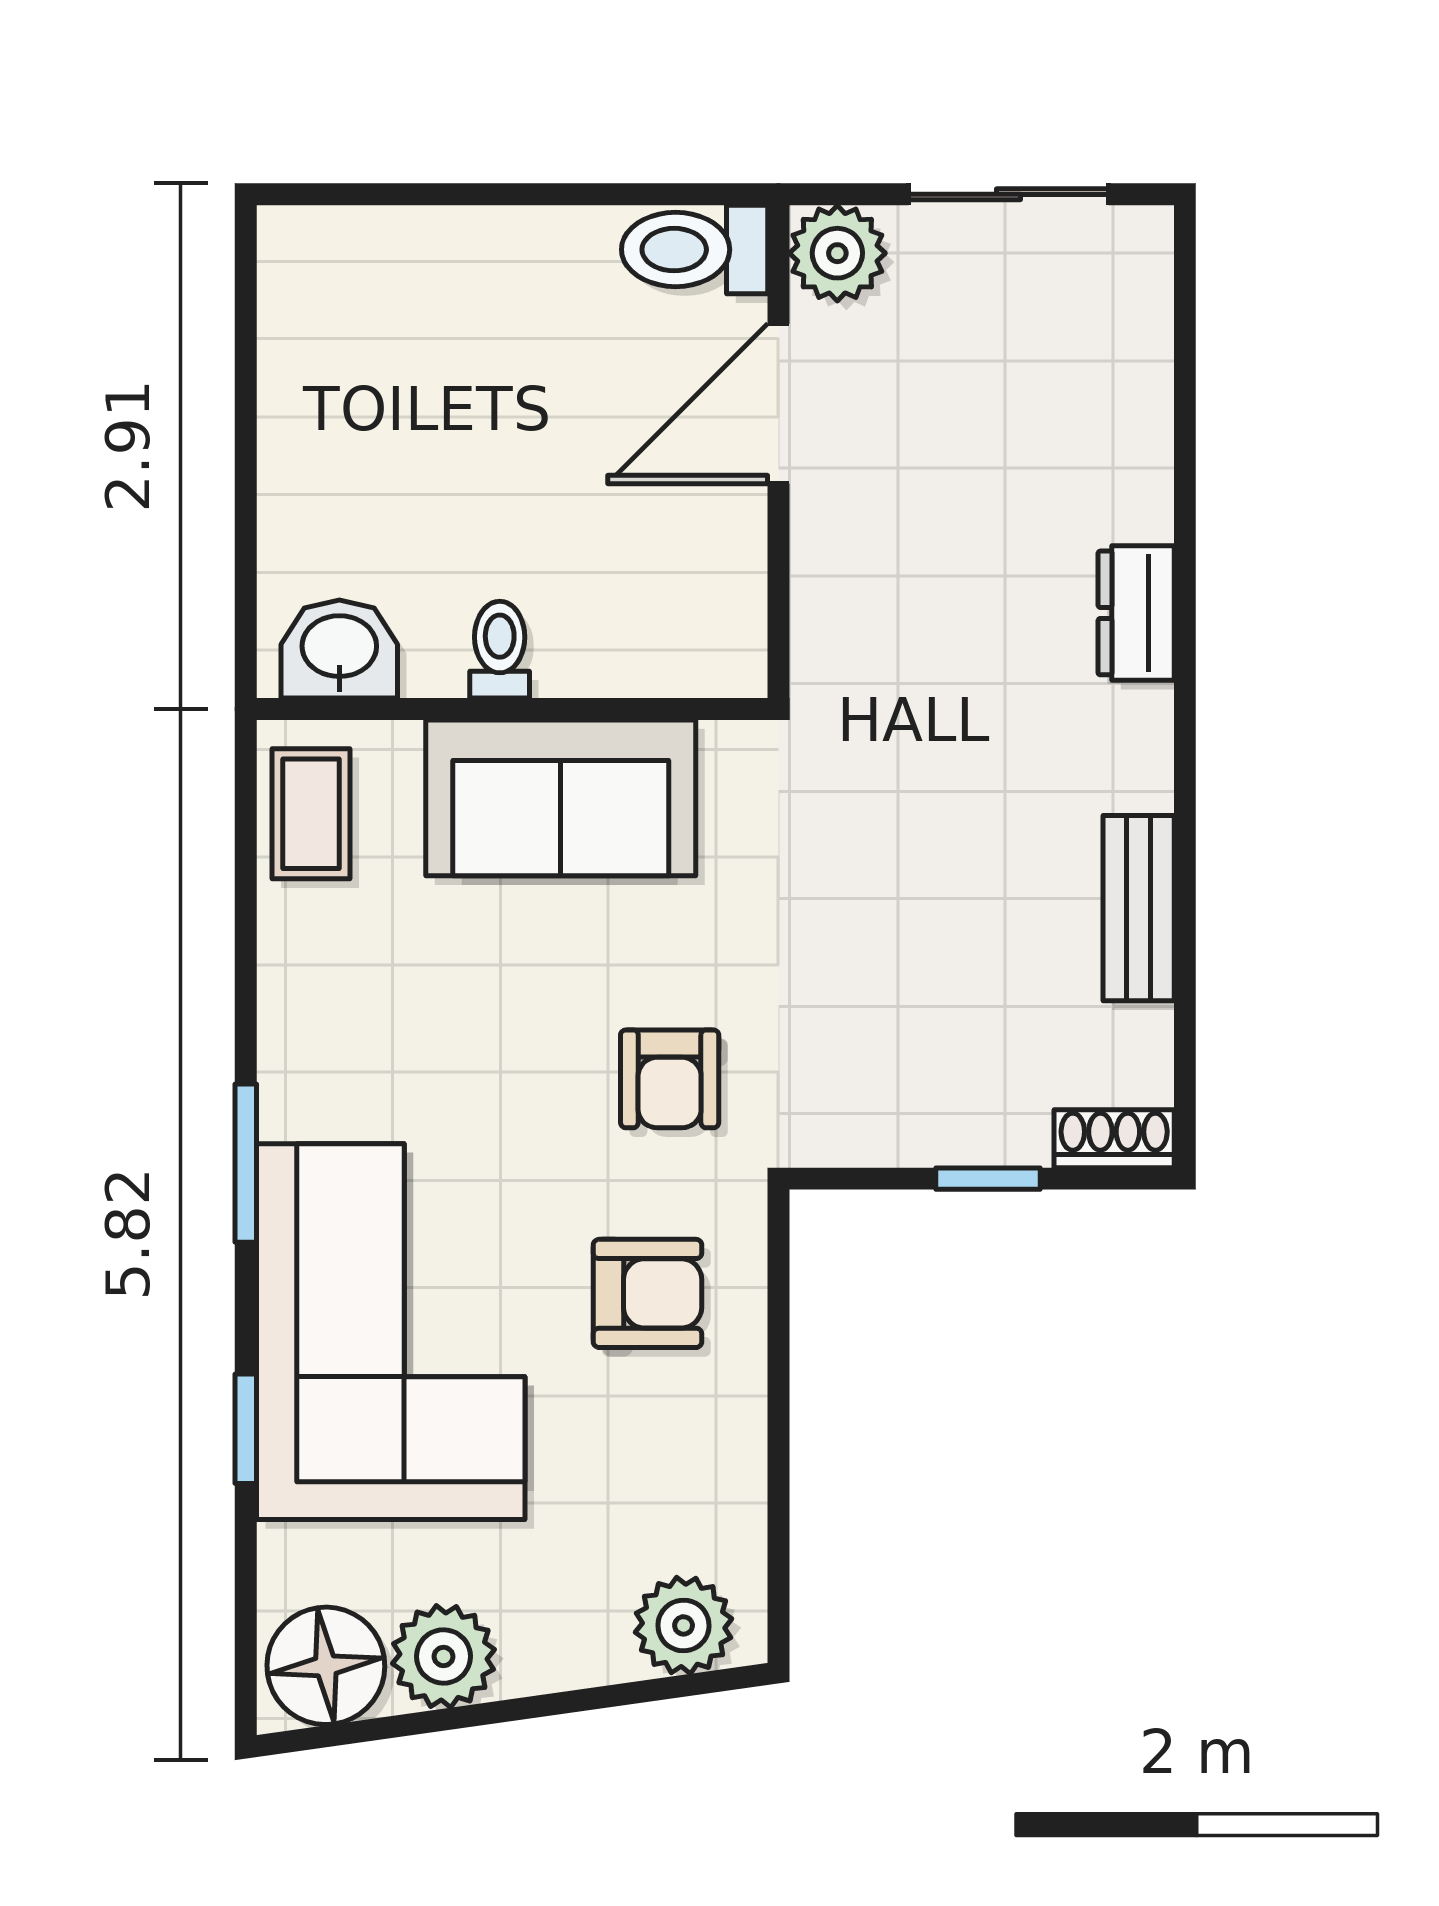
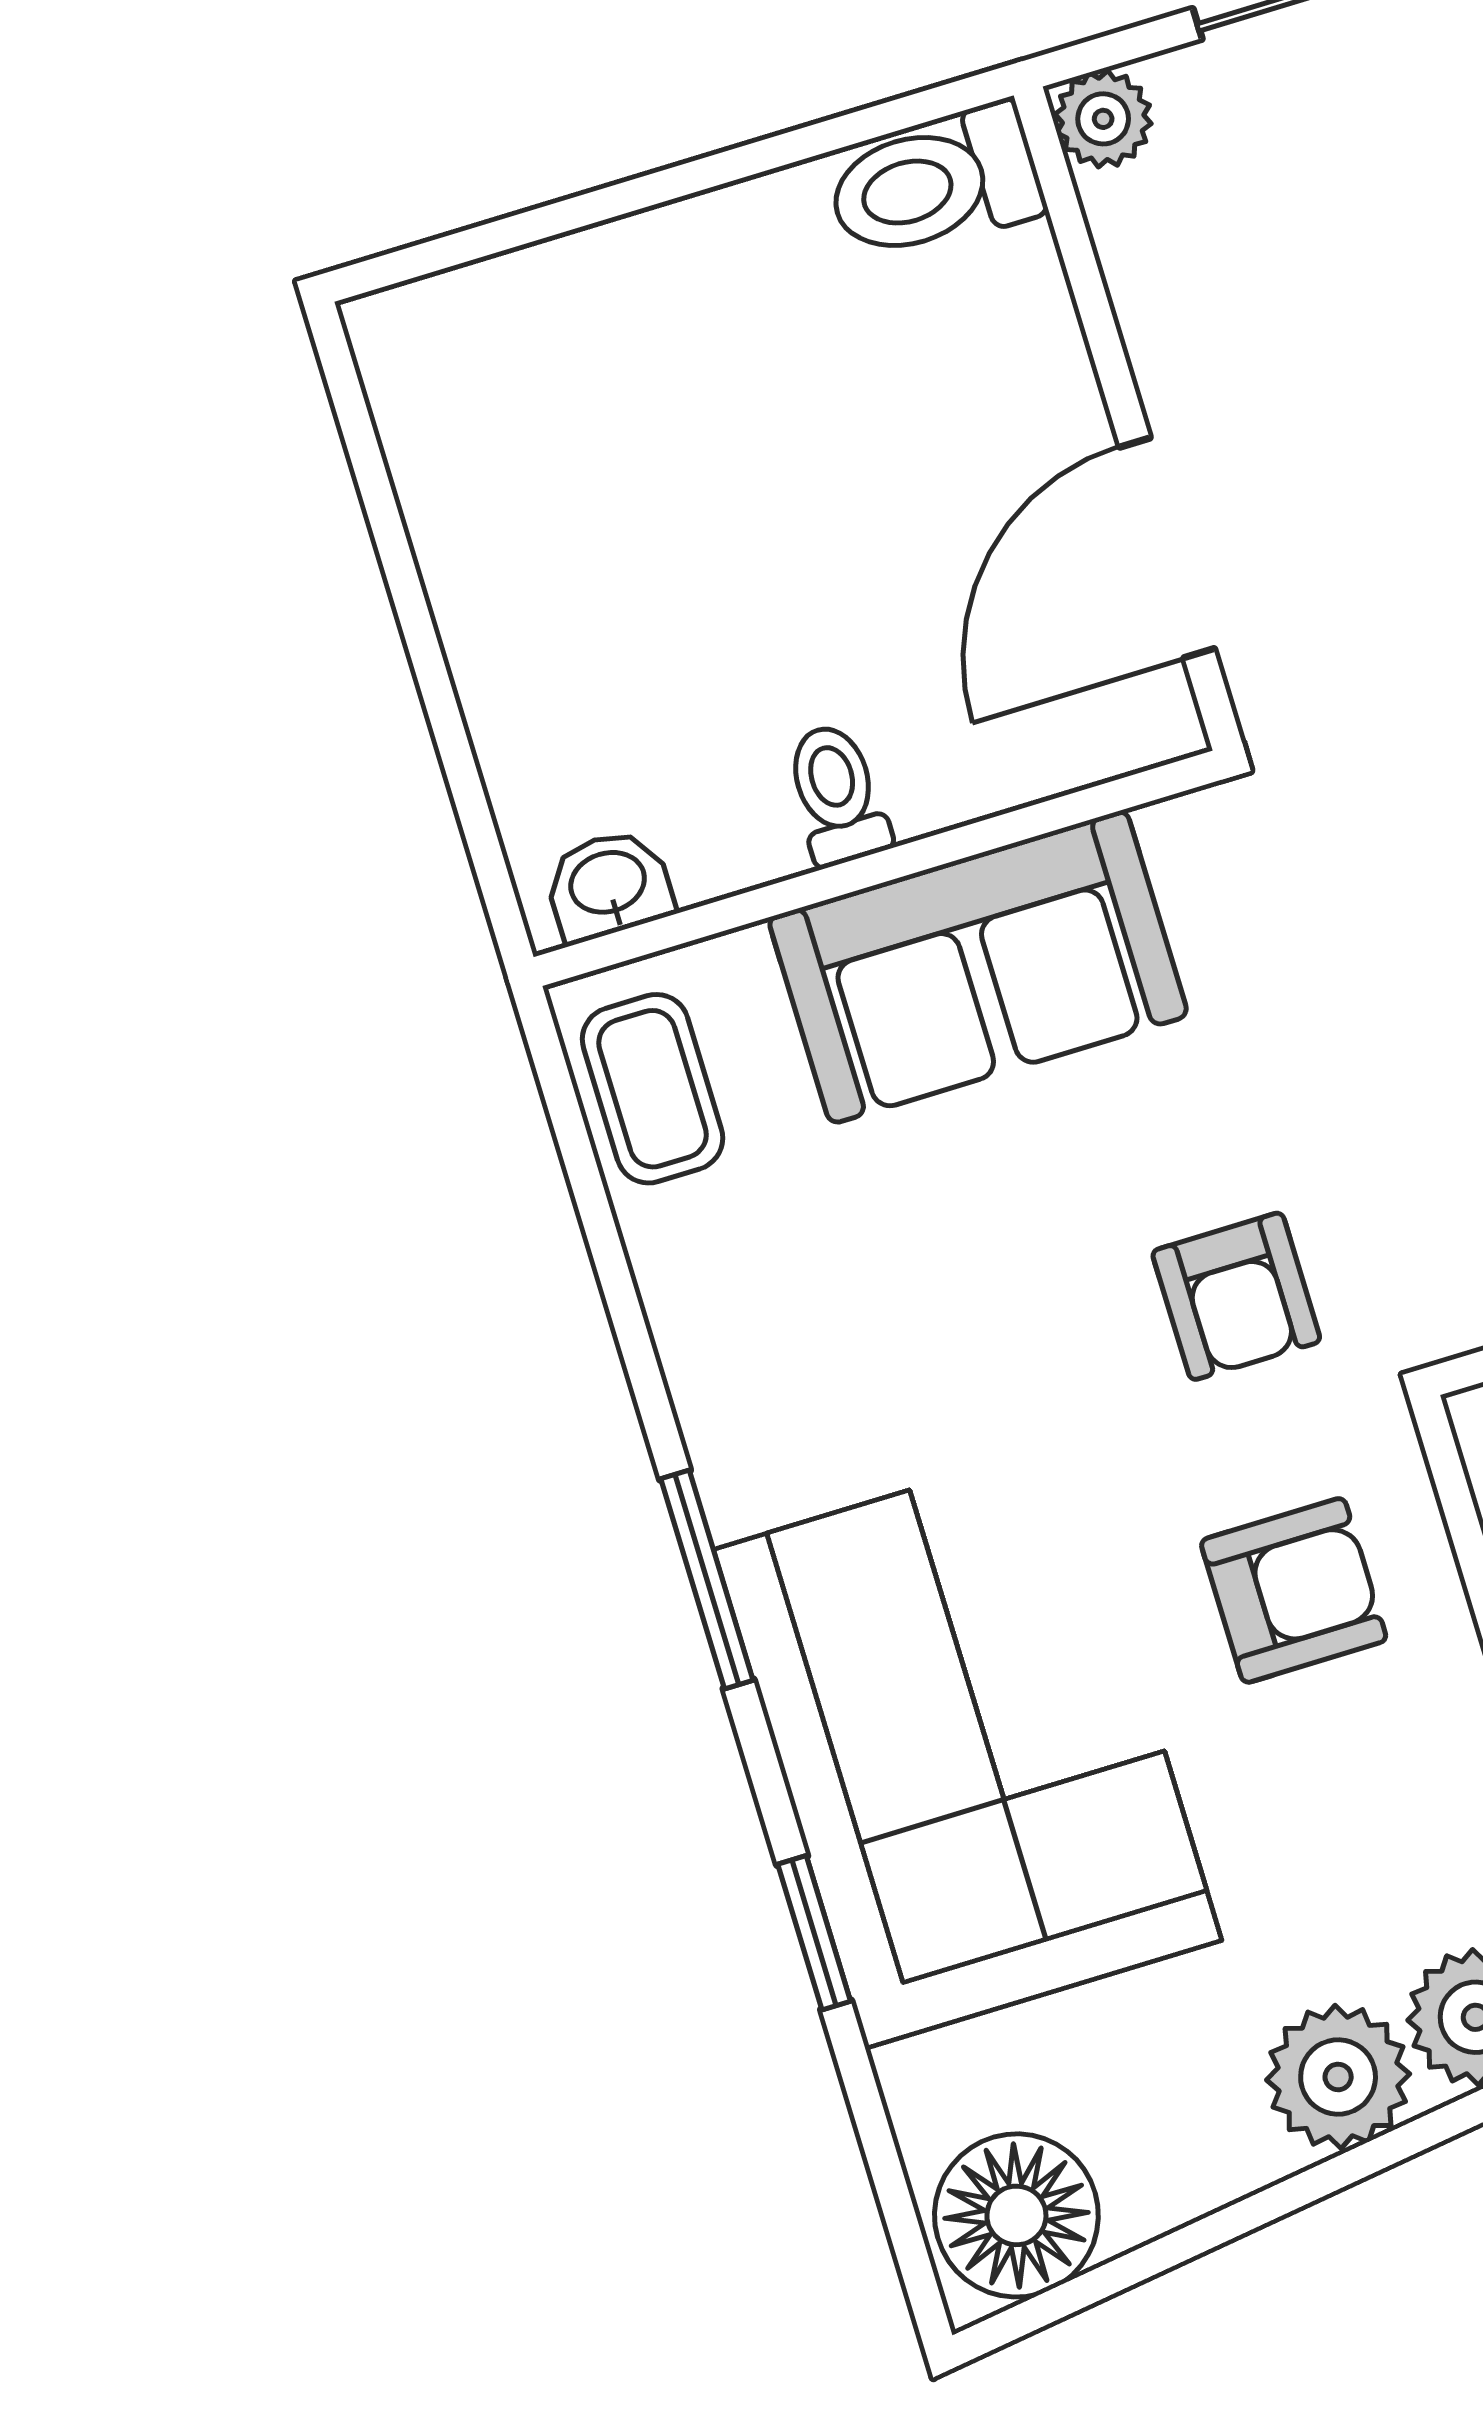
plant: (837, 253) -> (1103, 119), width x0.73, depth x0.73
door: (778, 404) -> (1167, 548), moved
washbasin: (339, 649) -> (608, 885), width x0.72, depth x0.69
plant: (444, 1656) -> (1338, 2077), moved

